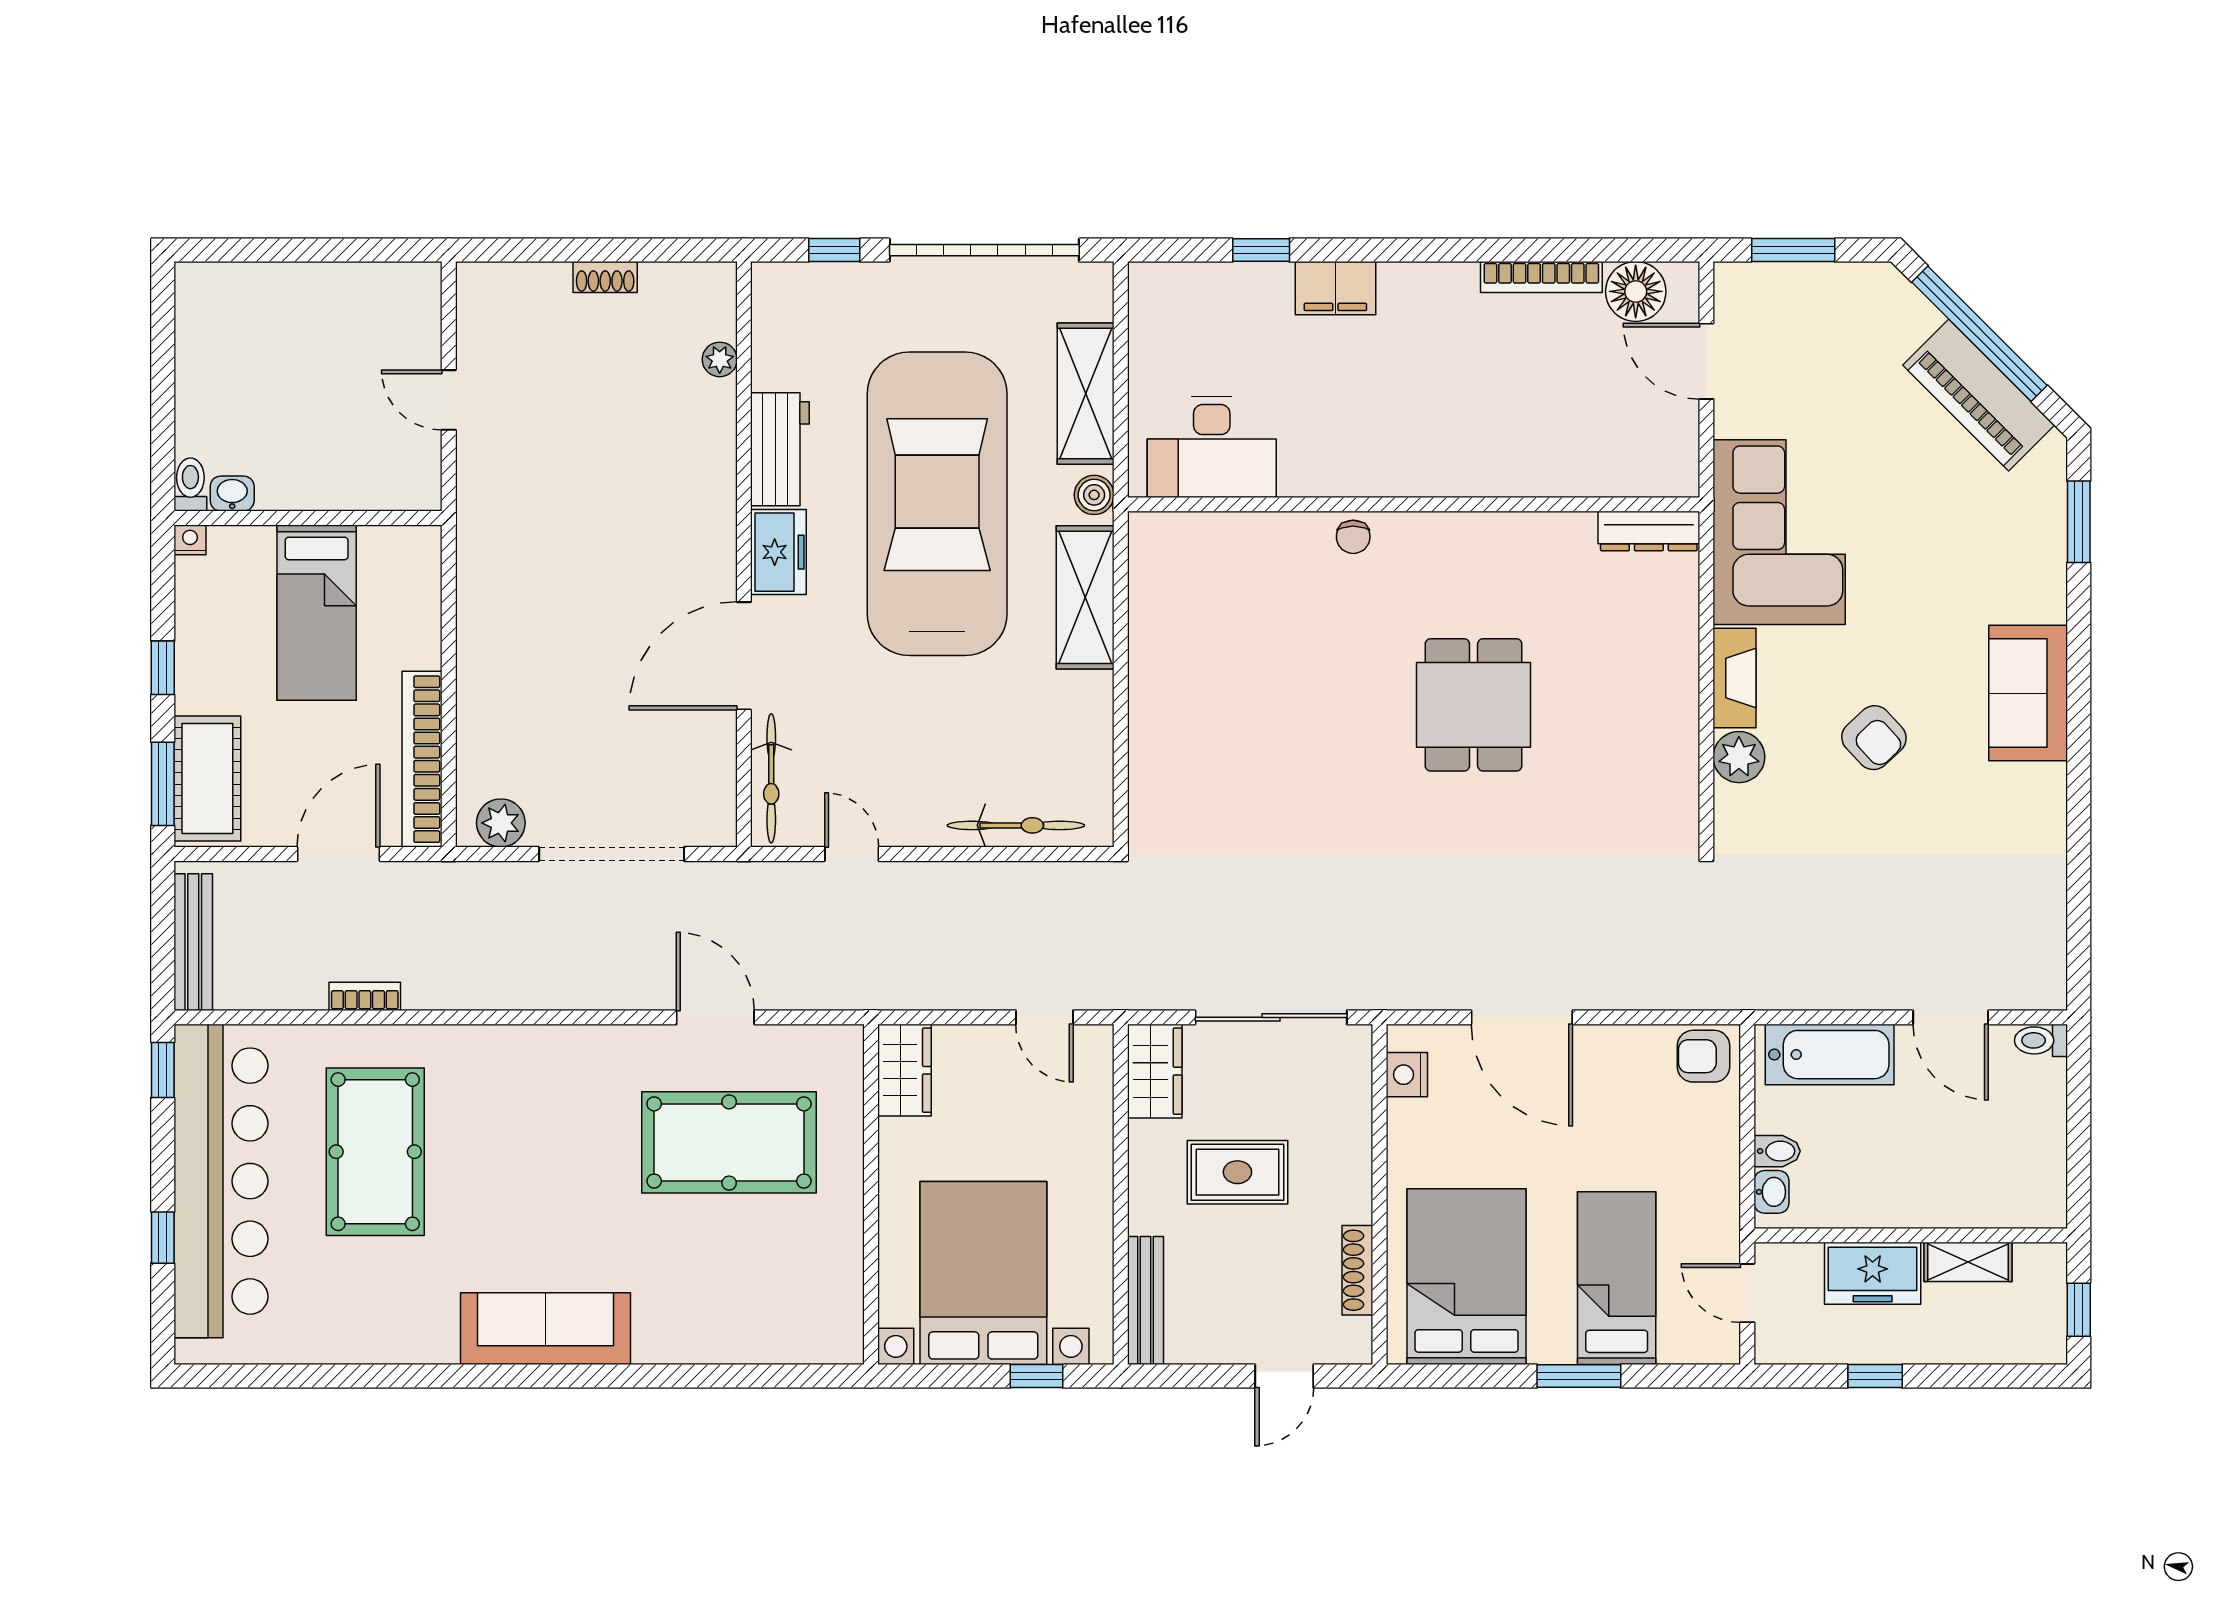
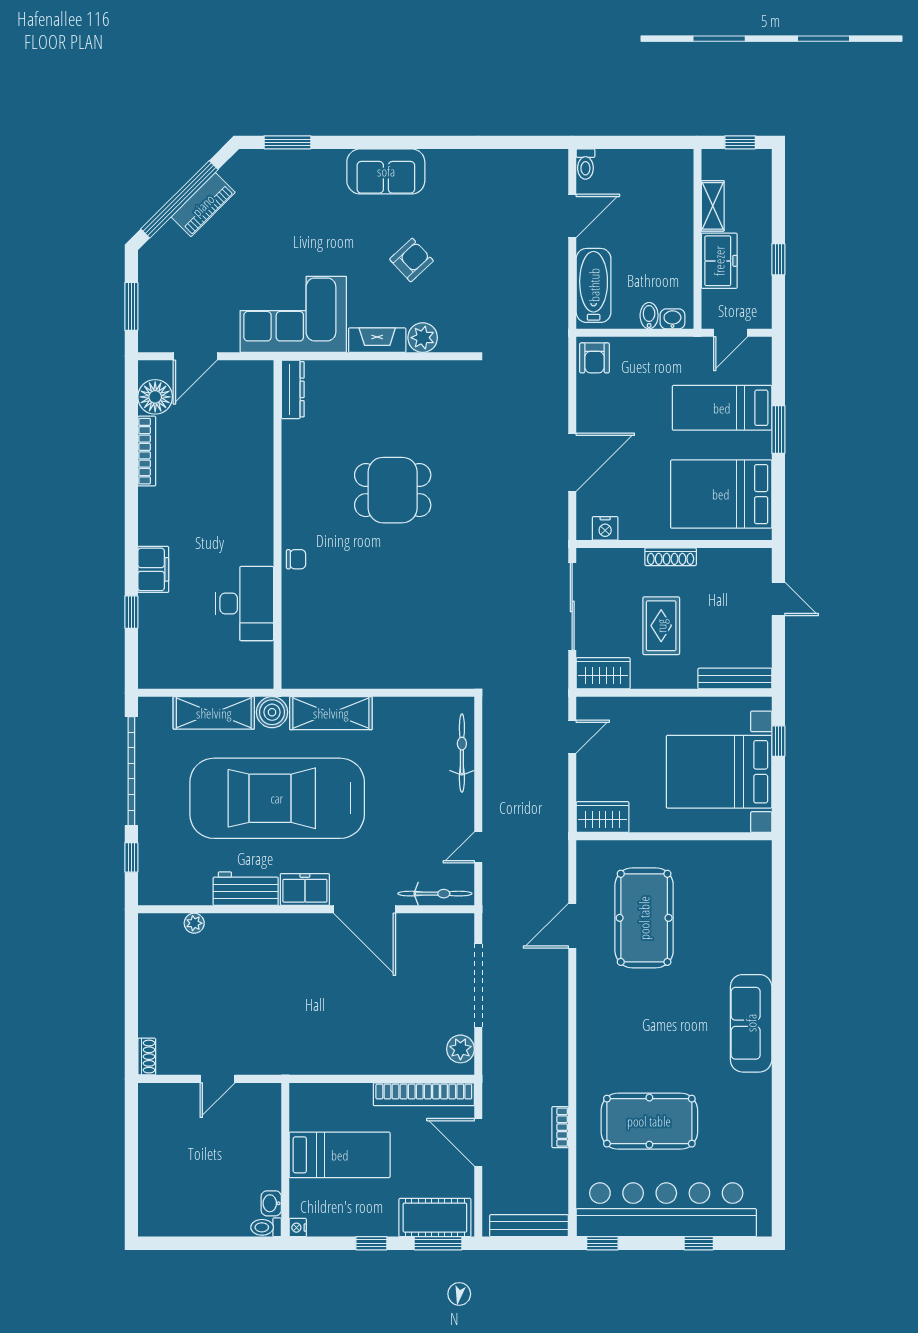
shoe rack: (605, 277) -> (147, 1057), moved
piano: (1979, 395) -> (203, 205), width x0.73, depth x0.75
desk: (1212, 447) -> (244, 604), moved
boiler: (1094, 495) -> (272, 712), width x1.36, depth x1.36
shoe rack: (1357, 1270) -> (671, 557), moved

